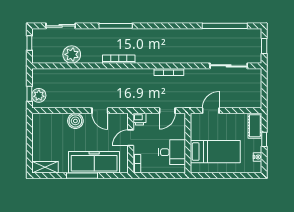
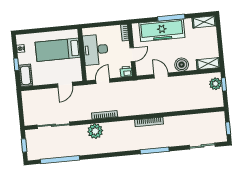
plant: (72, 54) -> (95, 131), moved
shelving: (45, 119) -> (208, 64), added
desk: (172, 152) -> (96, 50), width x1.37

